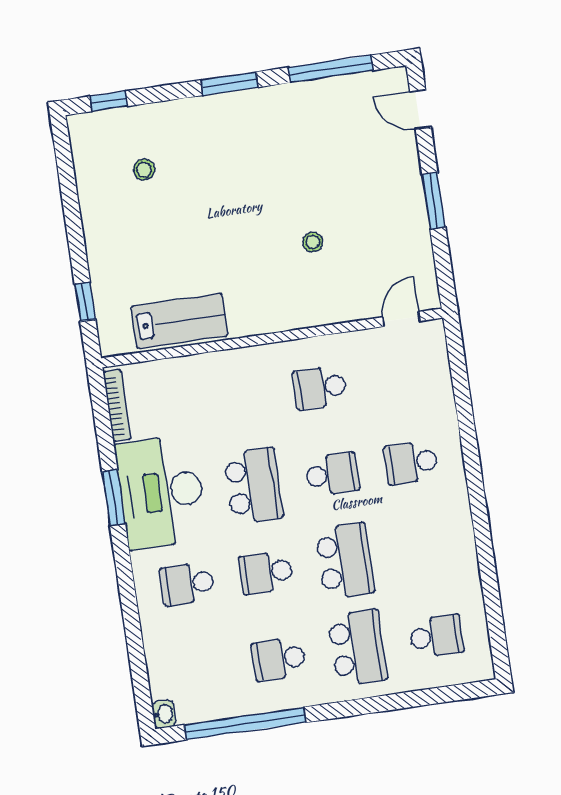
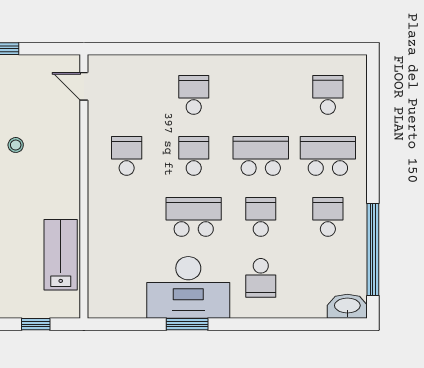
school desk: (320, 388) -> (127, 156), turned 180
bookcase: (117, 406) -> (118, 311), removed
school desk: (411, 463) -> (194, 95), turned 180
school desk: (266, 572) -> (261, 217), turned 180
school desk: (279, 659) -> (328, 217), turned 180
washbasin: (164, 714) -> (347, 306), width x1.91, depth x1.45

